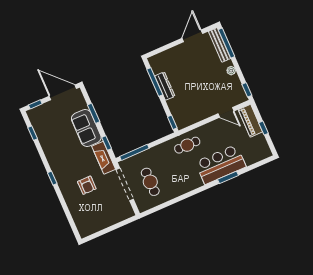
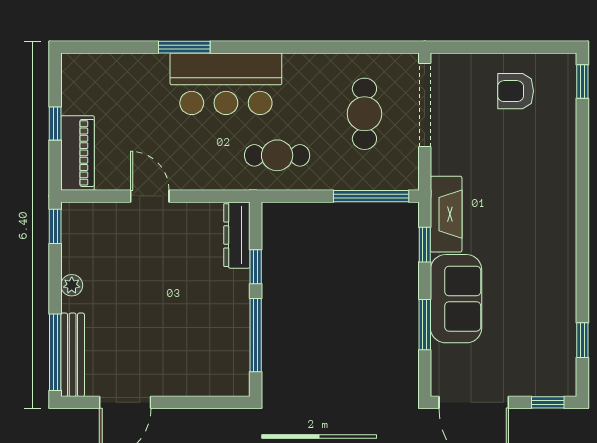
dresser: (165, 86) -> (237, 235), moved
door: (226, 112) -> (150, 196), moved
window: (172, 122) -> (256, 267), moved
cafe table: (187, 145) -> (277, 155), moved
bar counter: (221, 164) -> (226, 84), moved
window: (52, 178) -> (582, 81), moved
doorway: (125, 184) -> (425, 105), moved
armchair: (87, 185) -> (516, 91), moved, turned -90

